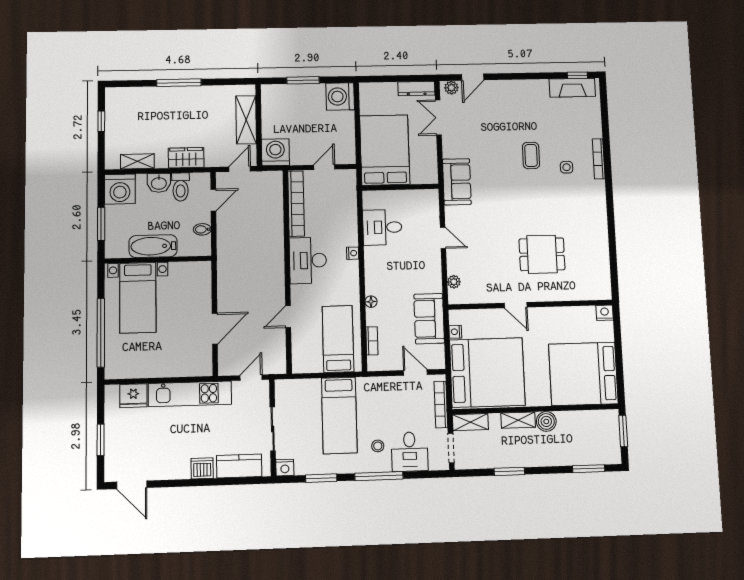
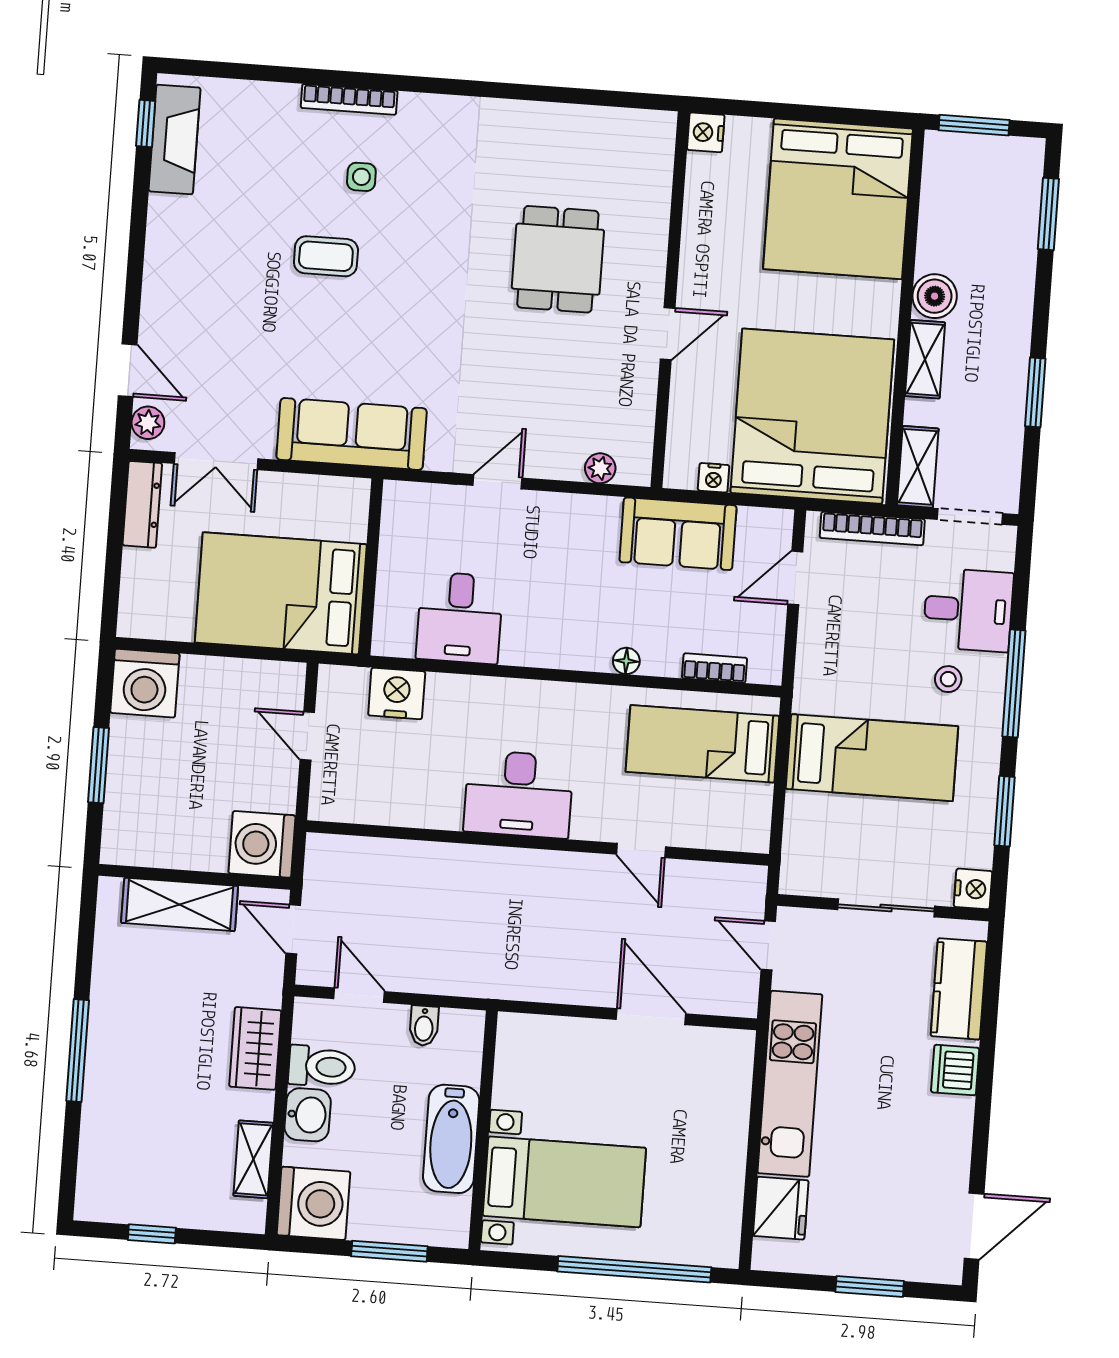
sofa: (457, 182) -> (352, 434), width x1.36
bookcase: (296, 204) -> (385, 809), removed
nightstand: (353, 253) -> (397, 693), moved, width x1.89, depth x1.79

